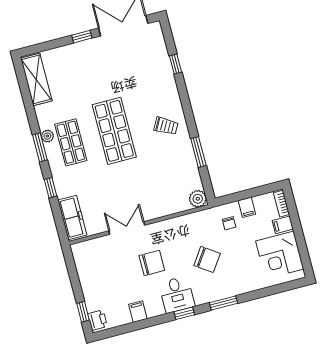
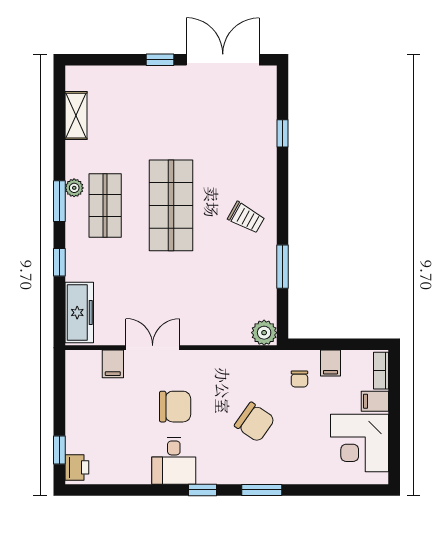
shelving: (36, 79) -> (76, 116), width x0.67, depth x0.75
desk: (177, 295) -> (174, 461), moved
filing cabinet: (138, 312) -> (113, 364), moved, turned 180

